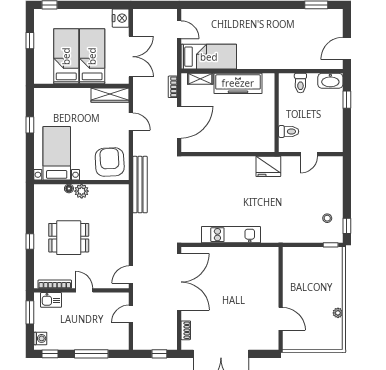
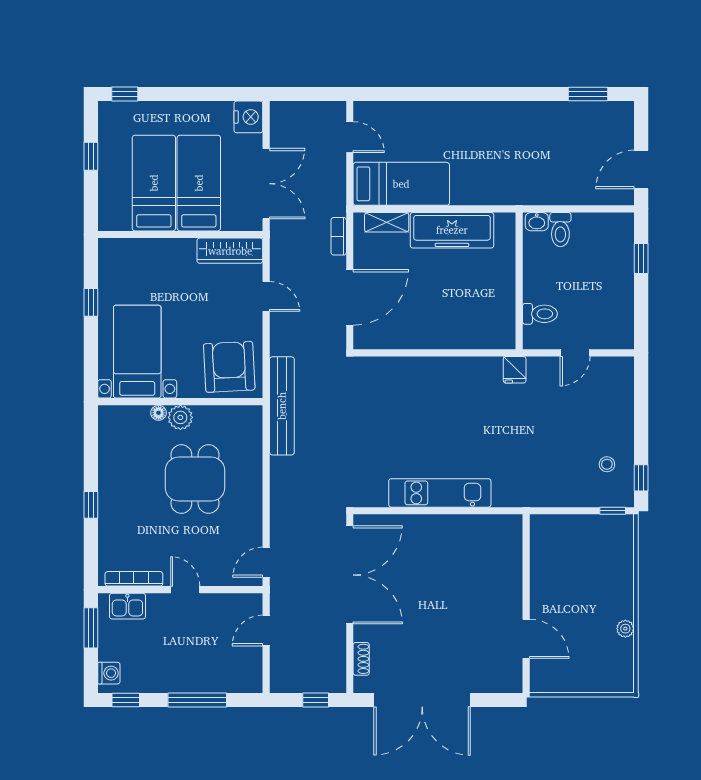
washbasin: (330, 81) -> (537, 222), moved, width x0.52, depth x0.69
fridge: (268, 166) -> (515, 370), width x0.53, depth x0.75
dining table: (69, 238) -> (195, 479), moved, turned 90

